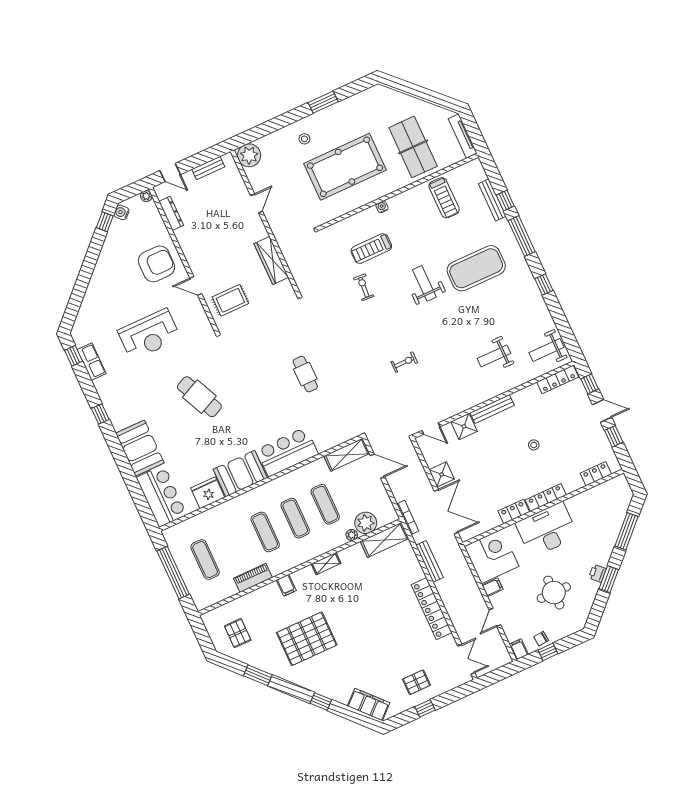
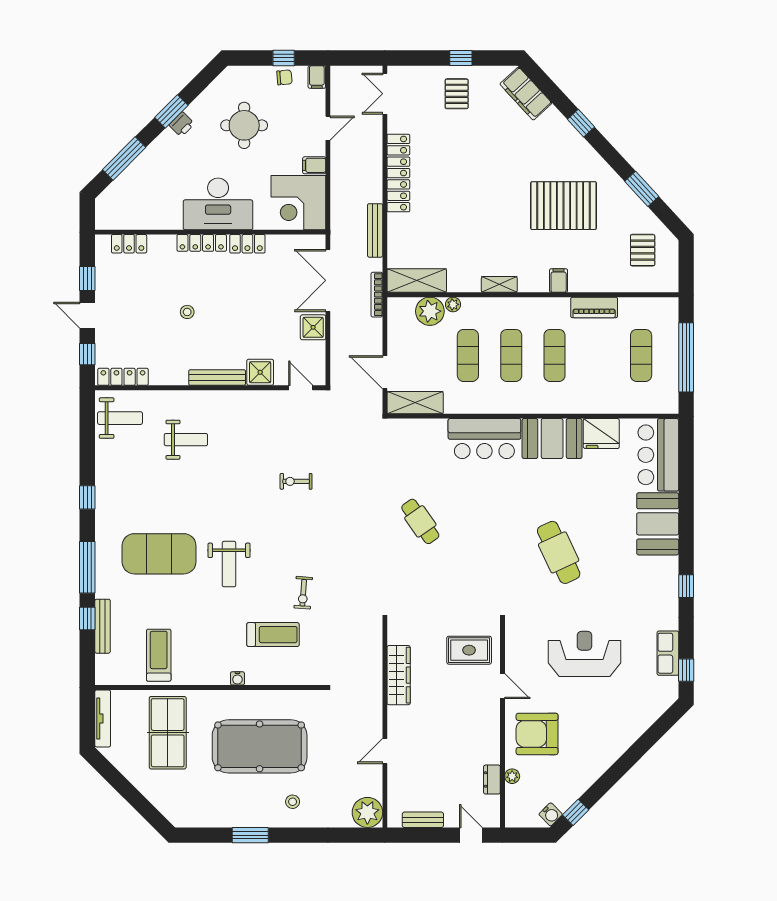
plant: (146, 196) -> (512, 776), moved
dresser: (171, 213) -> (492, 780), width x0.70
cafe table: (305, 374) -> (420, 521), turned -35
pallet: (417, 682) -> (457, 94), turned 90

